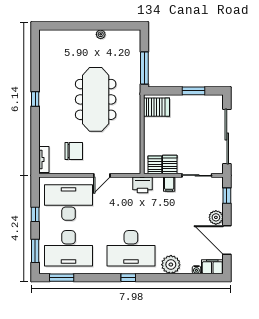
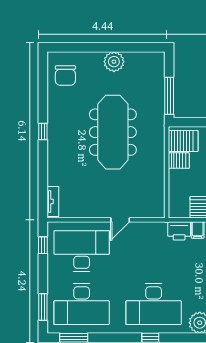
plant: (101, 34) -> (114, 62), width x1.87, depth x1.87
chair: (74, 151) -> (65, 75), moved, turned 90
server rack: (155, 165) -> (179, 161), moved, turned 90
printer: (142, 185) -> (179, 231), moved
window: (35, 214) -> (43, 245), moved

